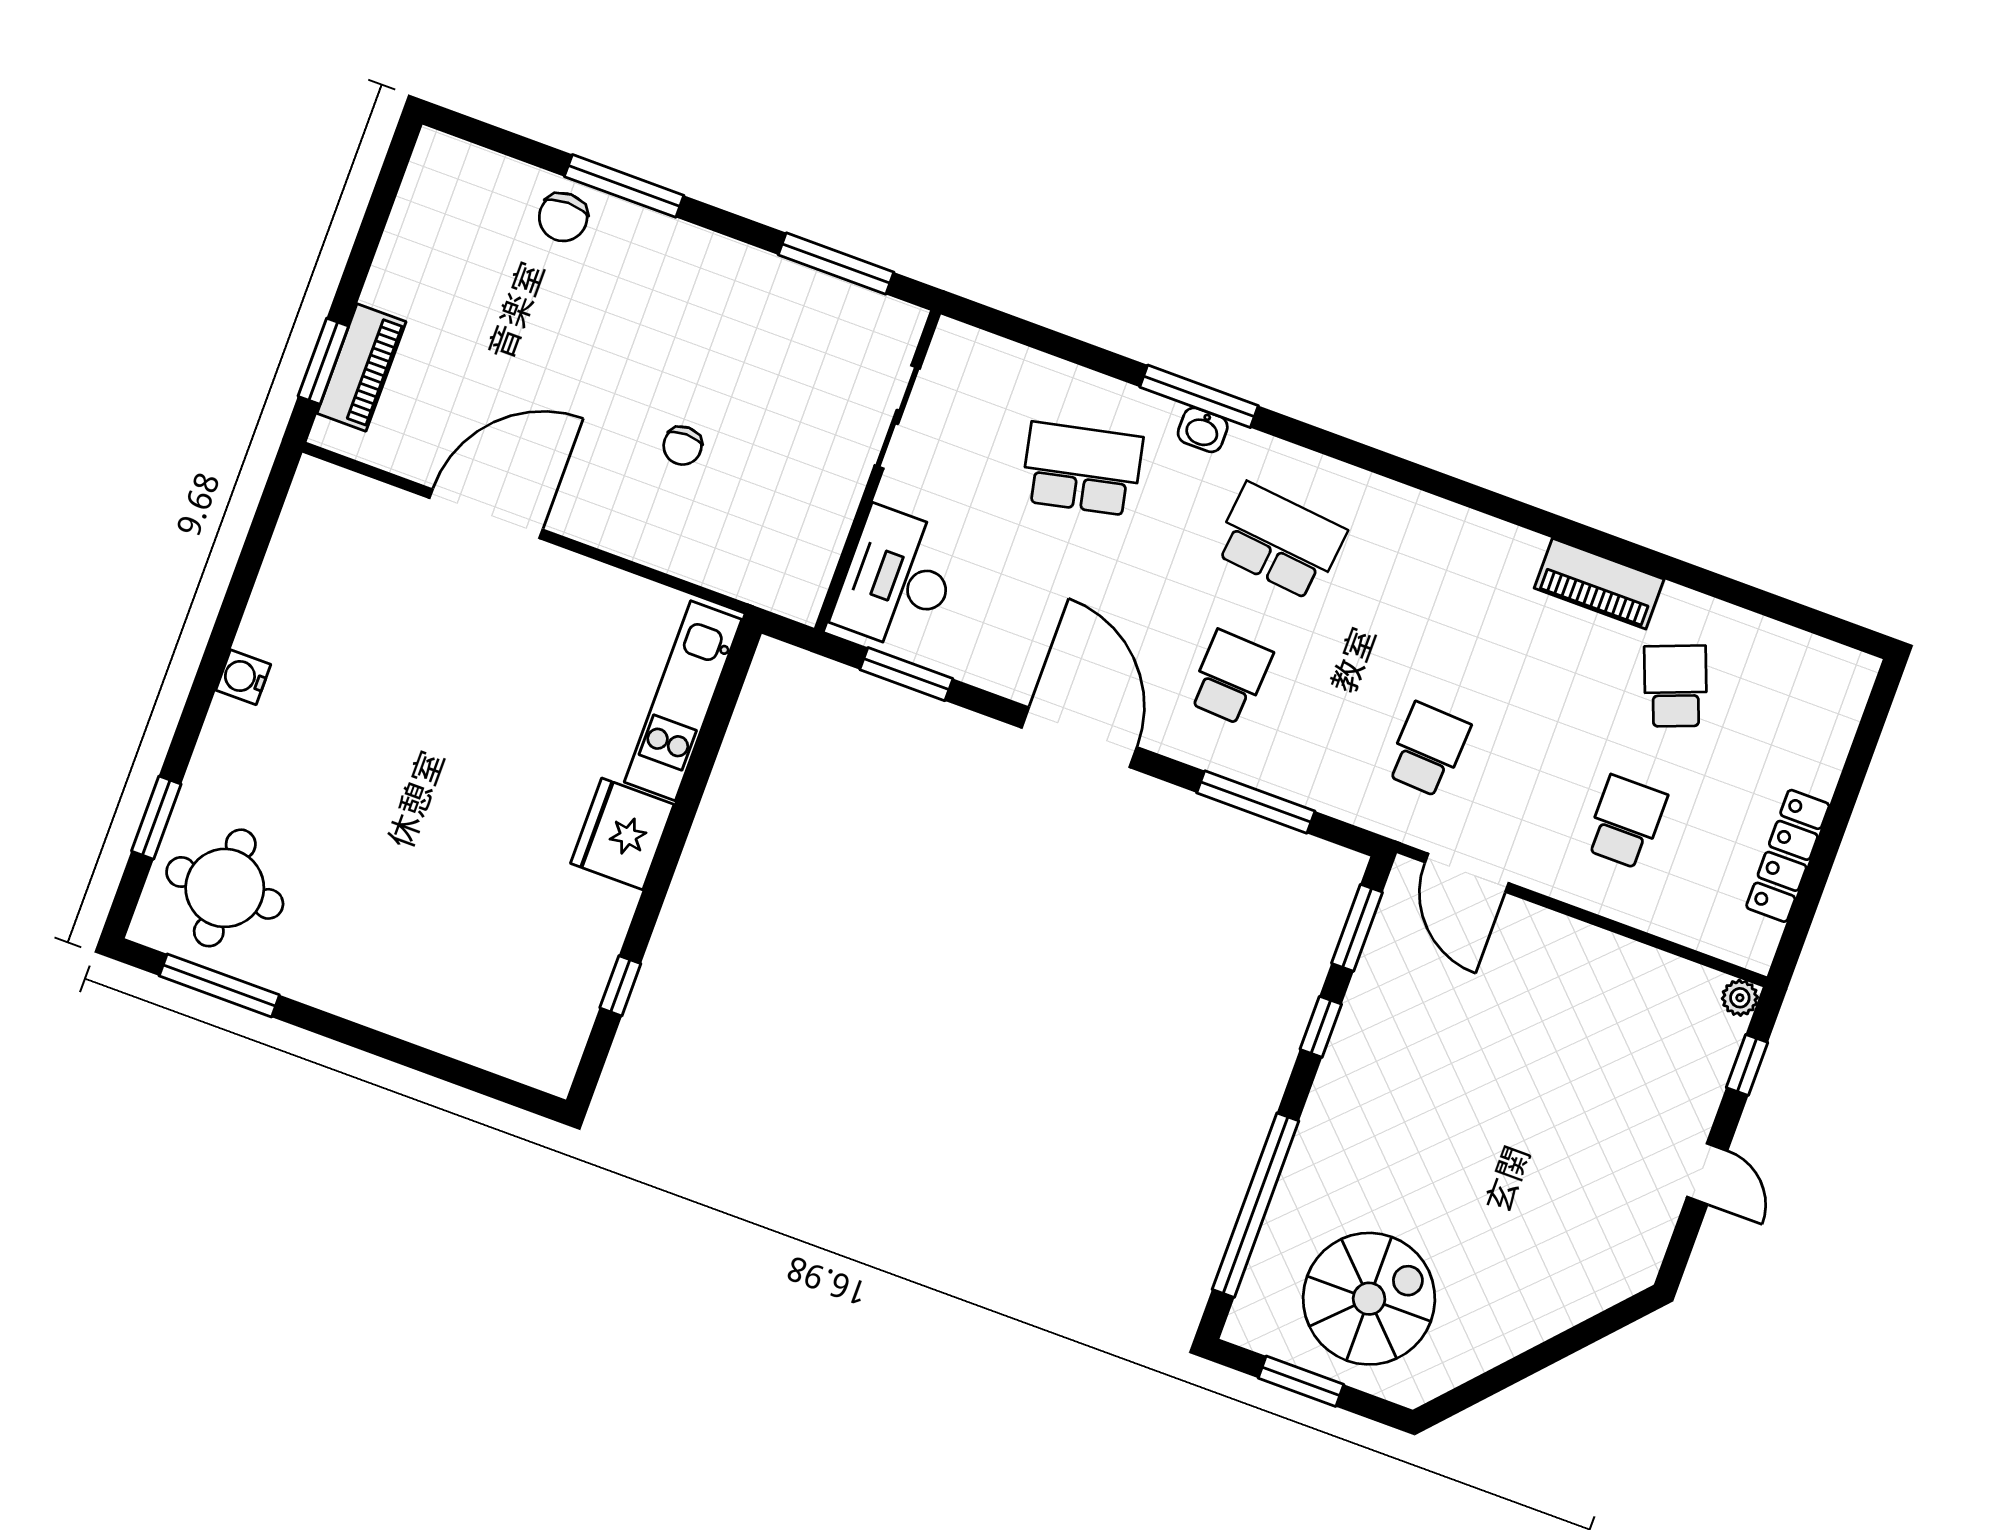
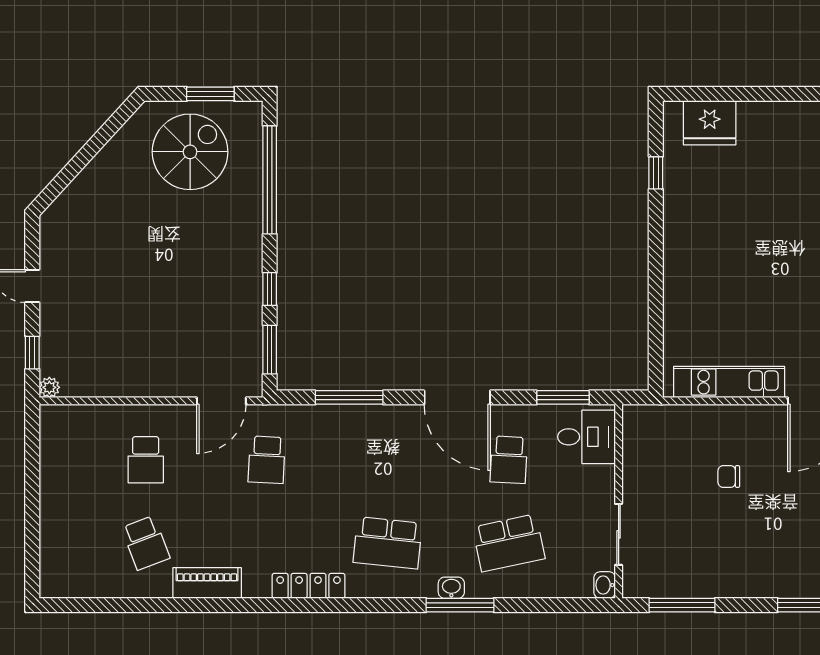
washbasin: (951, 343) -> (605, 585), added
chair: (683, 446) -> (729, 477), turned -90
desk: (897, 579) -> (587, 437), width x0.73
school desk: (1230, 677) -> (509, 460), moved
kitchen unit: (683, 701) -> (729, 382), moved, turned -90
fridge: (622, 834) -> (710, 123), moved, turned 90
locker: (1788, 856) -> (309, 586), moved, turned -90
door: (1467, 873) -> (221, 401), swing flipped
spiral stairs: (1369, 1299) -> (190, 152), turned 180

